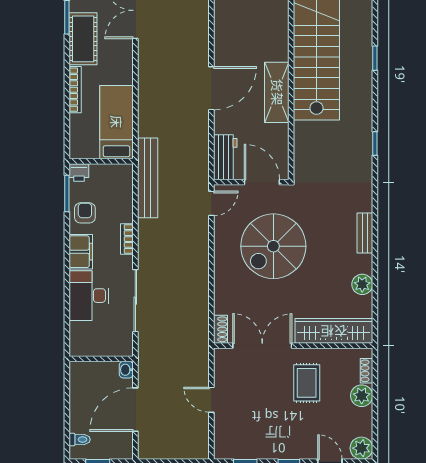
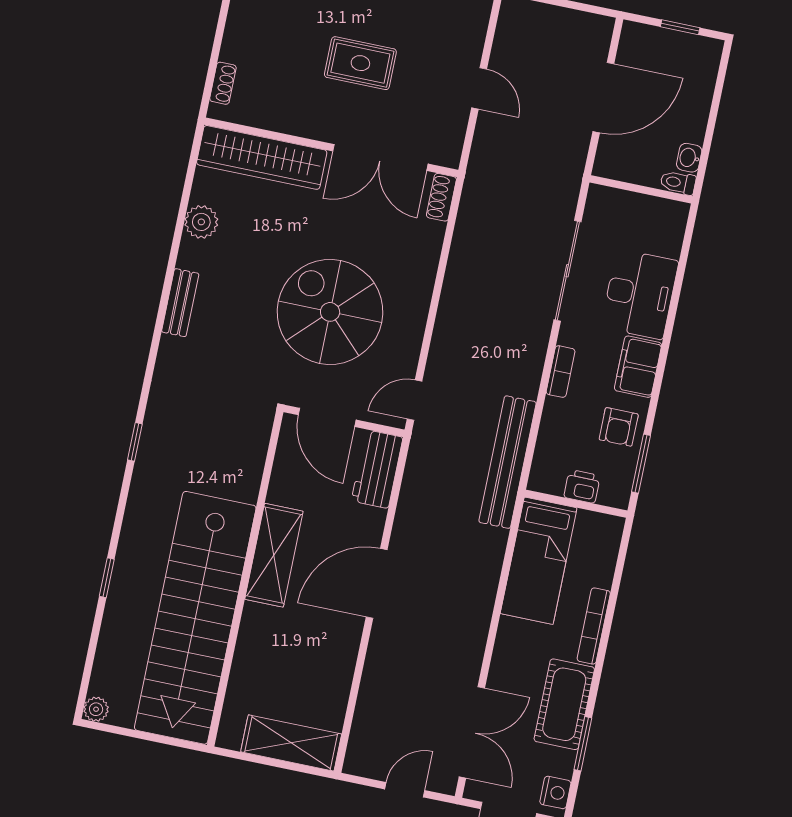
printer: (79, 172) -> (582, 486), moved
spiral stairs: (273, 246) -> (330, 312), turned -90
washbasin: (126, 370) -> (689, 158), moved, turned 180
rug: (307, 383) -> (360, 63), moved, turned 90
plant: (362, 396) -> (239, 45), removed
toilet: (80, 440) -> (678, 183), moved

